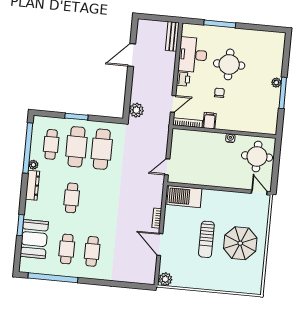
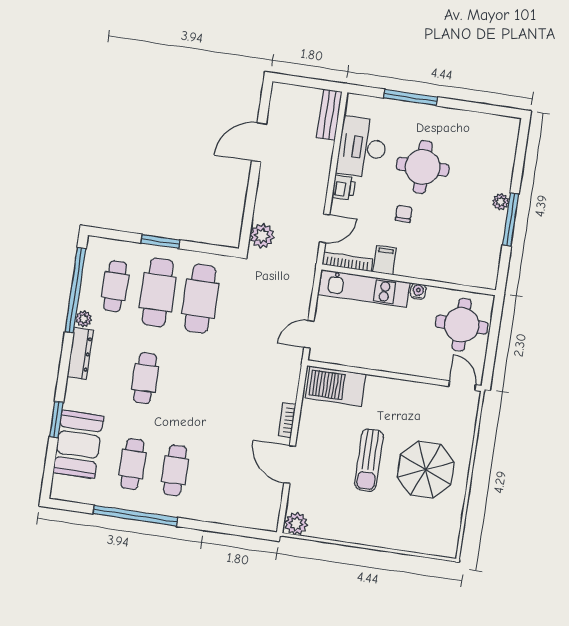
kitchen unit: (198, 138) -> (364, 289), added
window: (53, 278) -> (135, 516), moved

